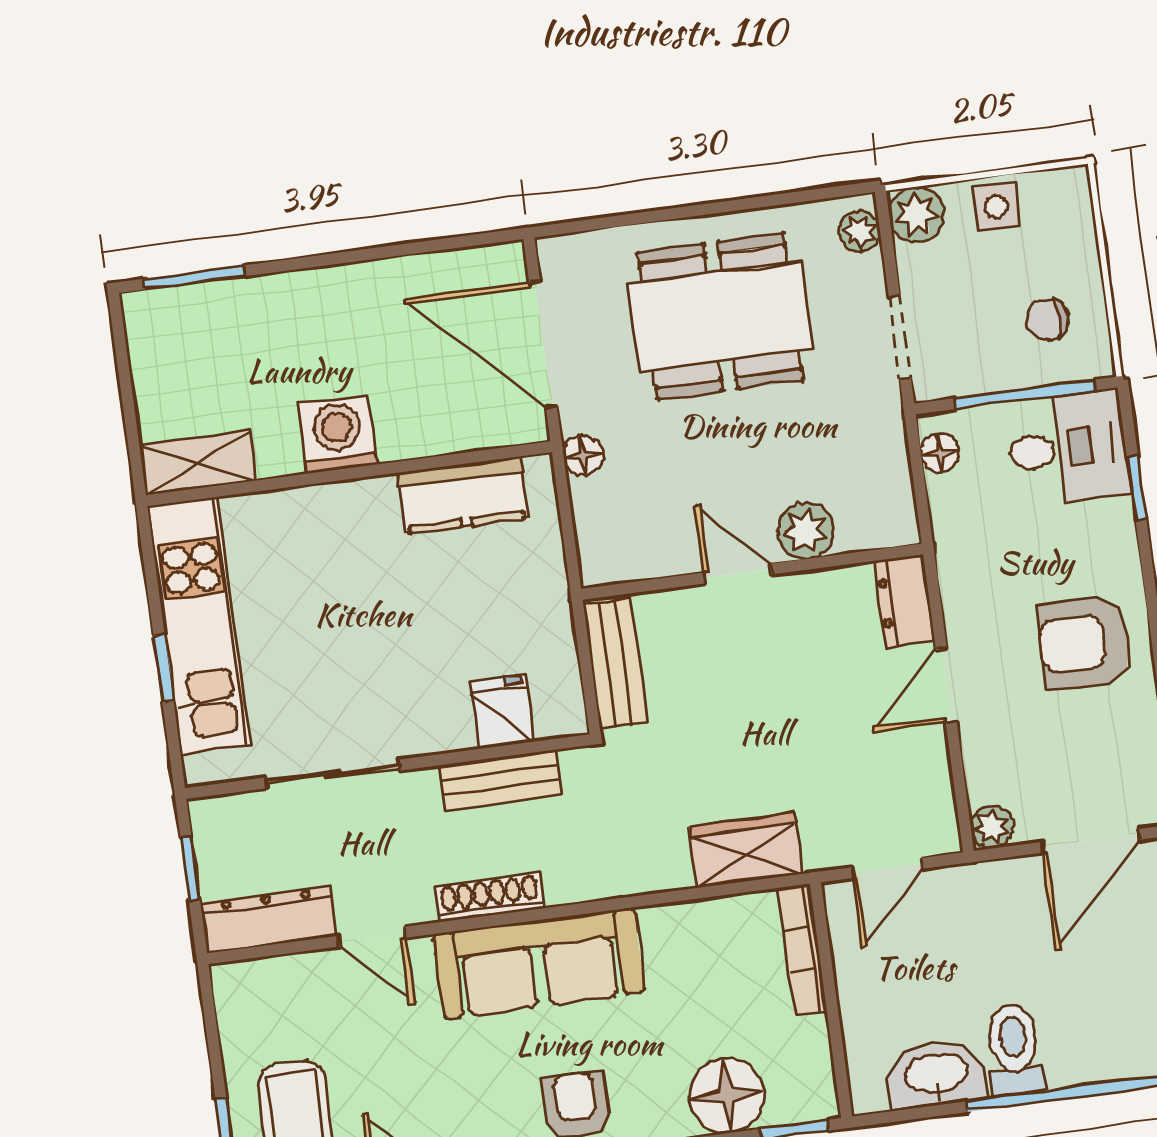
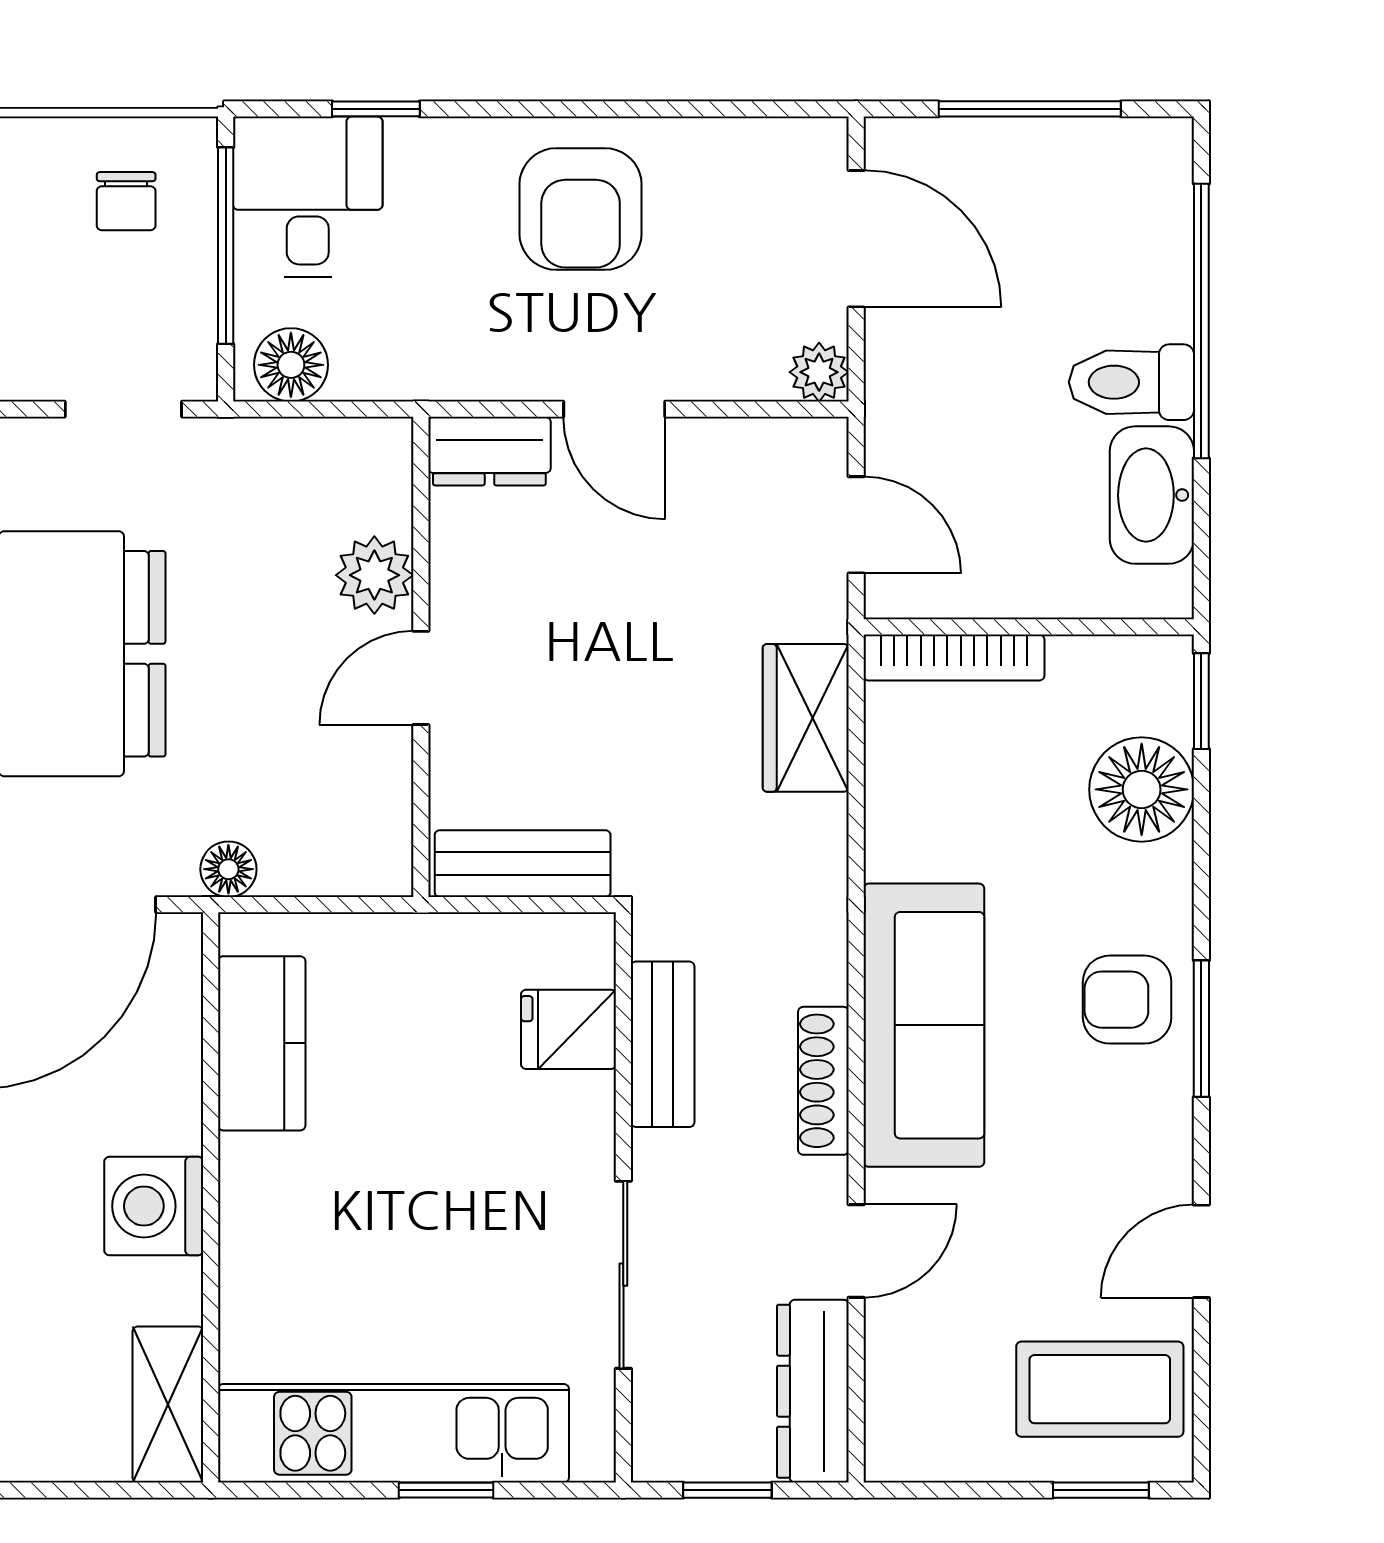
floor lamp: (940, 453) -> (291, 365), width x1.37, depth x1.37

